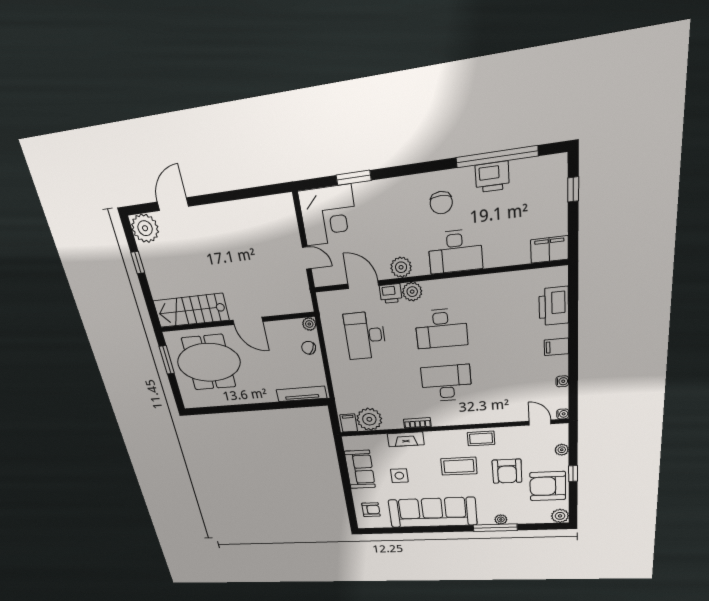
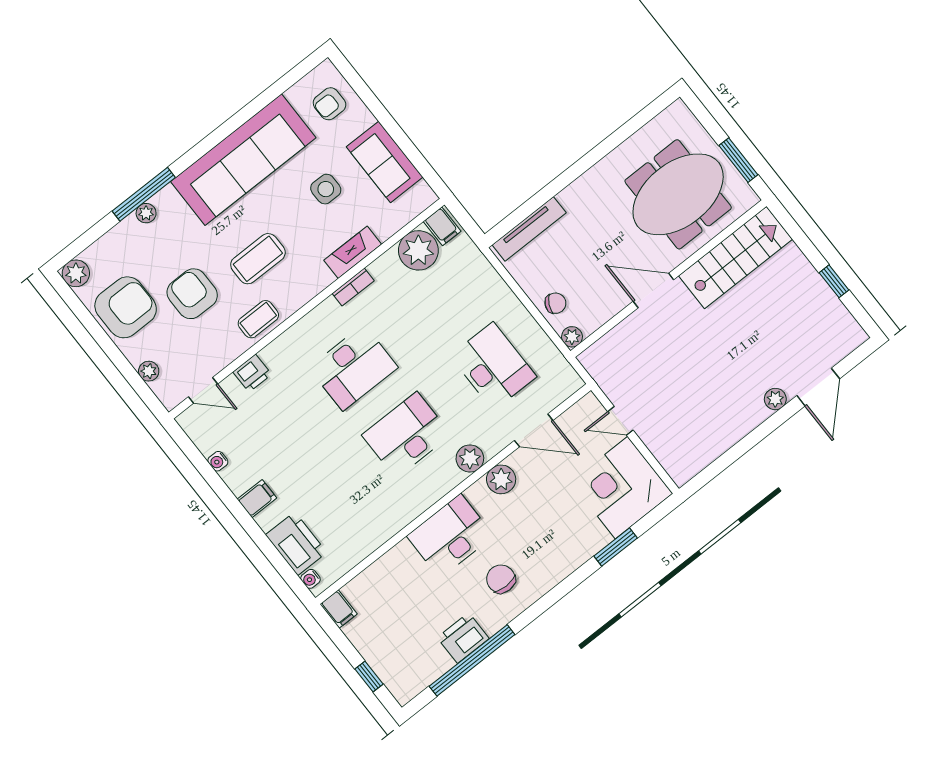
plant: (145, 228) -> (775, 399), moved, width x0.53, depth x0.53
filing cabinet: (549, 249) -> (339, 609), width x0.50
printer: (391, 294) -> (252, 373), moved, turned 180
water cooler: (563, 414) -> (310, 579), moved
window: (573, 474) -> (109, 347), removed

